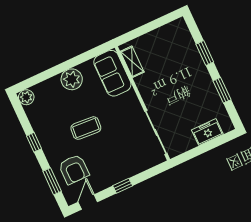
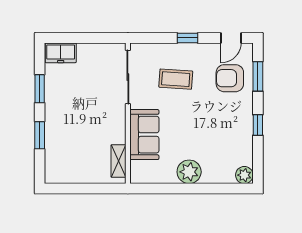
sofa: (112, 73) -> (144, 135), moved
coffee table: (86, 128) -> (176, 79), moved
freezer: (207, 132) -> (61, 53), moved
armchair: (74, 169) -> (230, 78), turned -90

